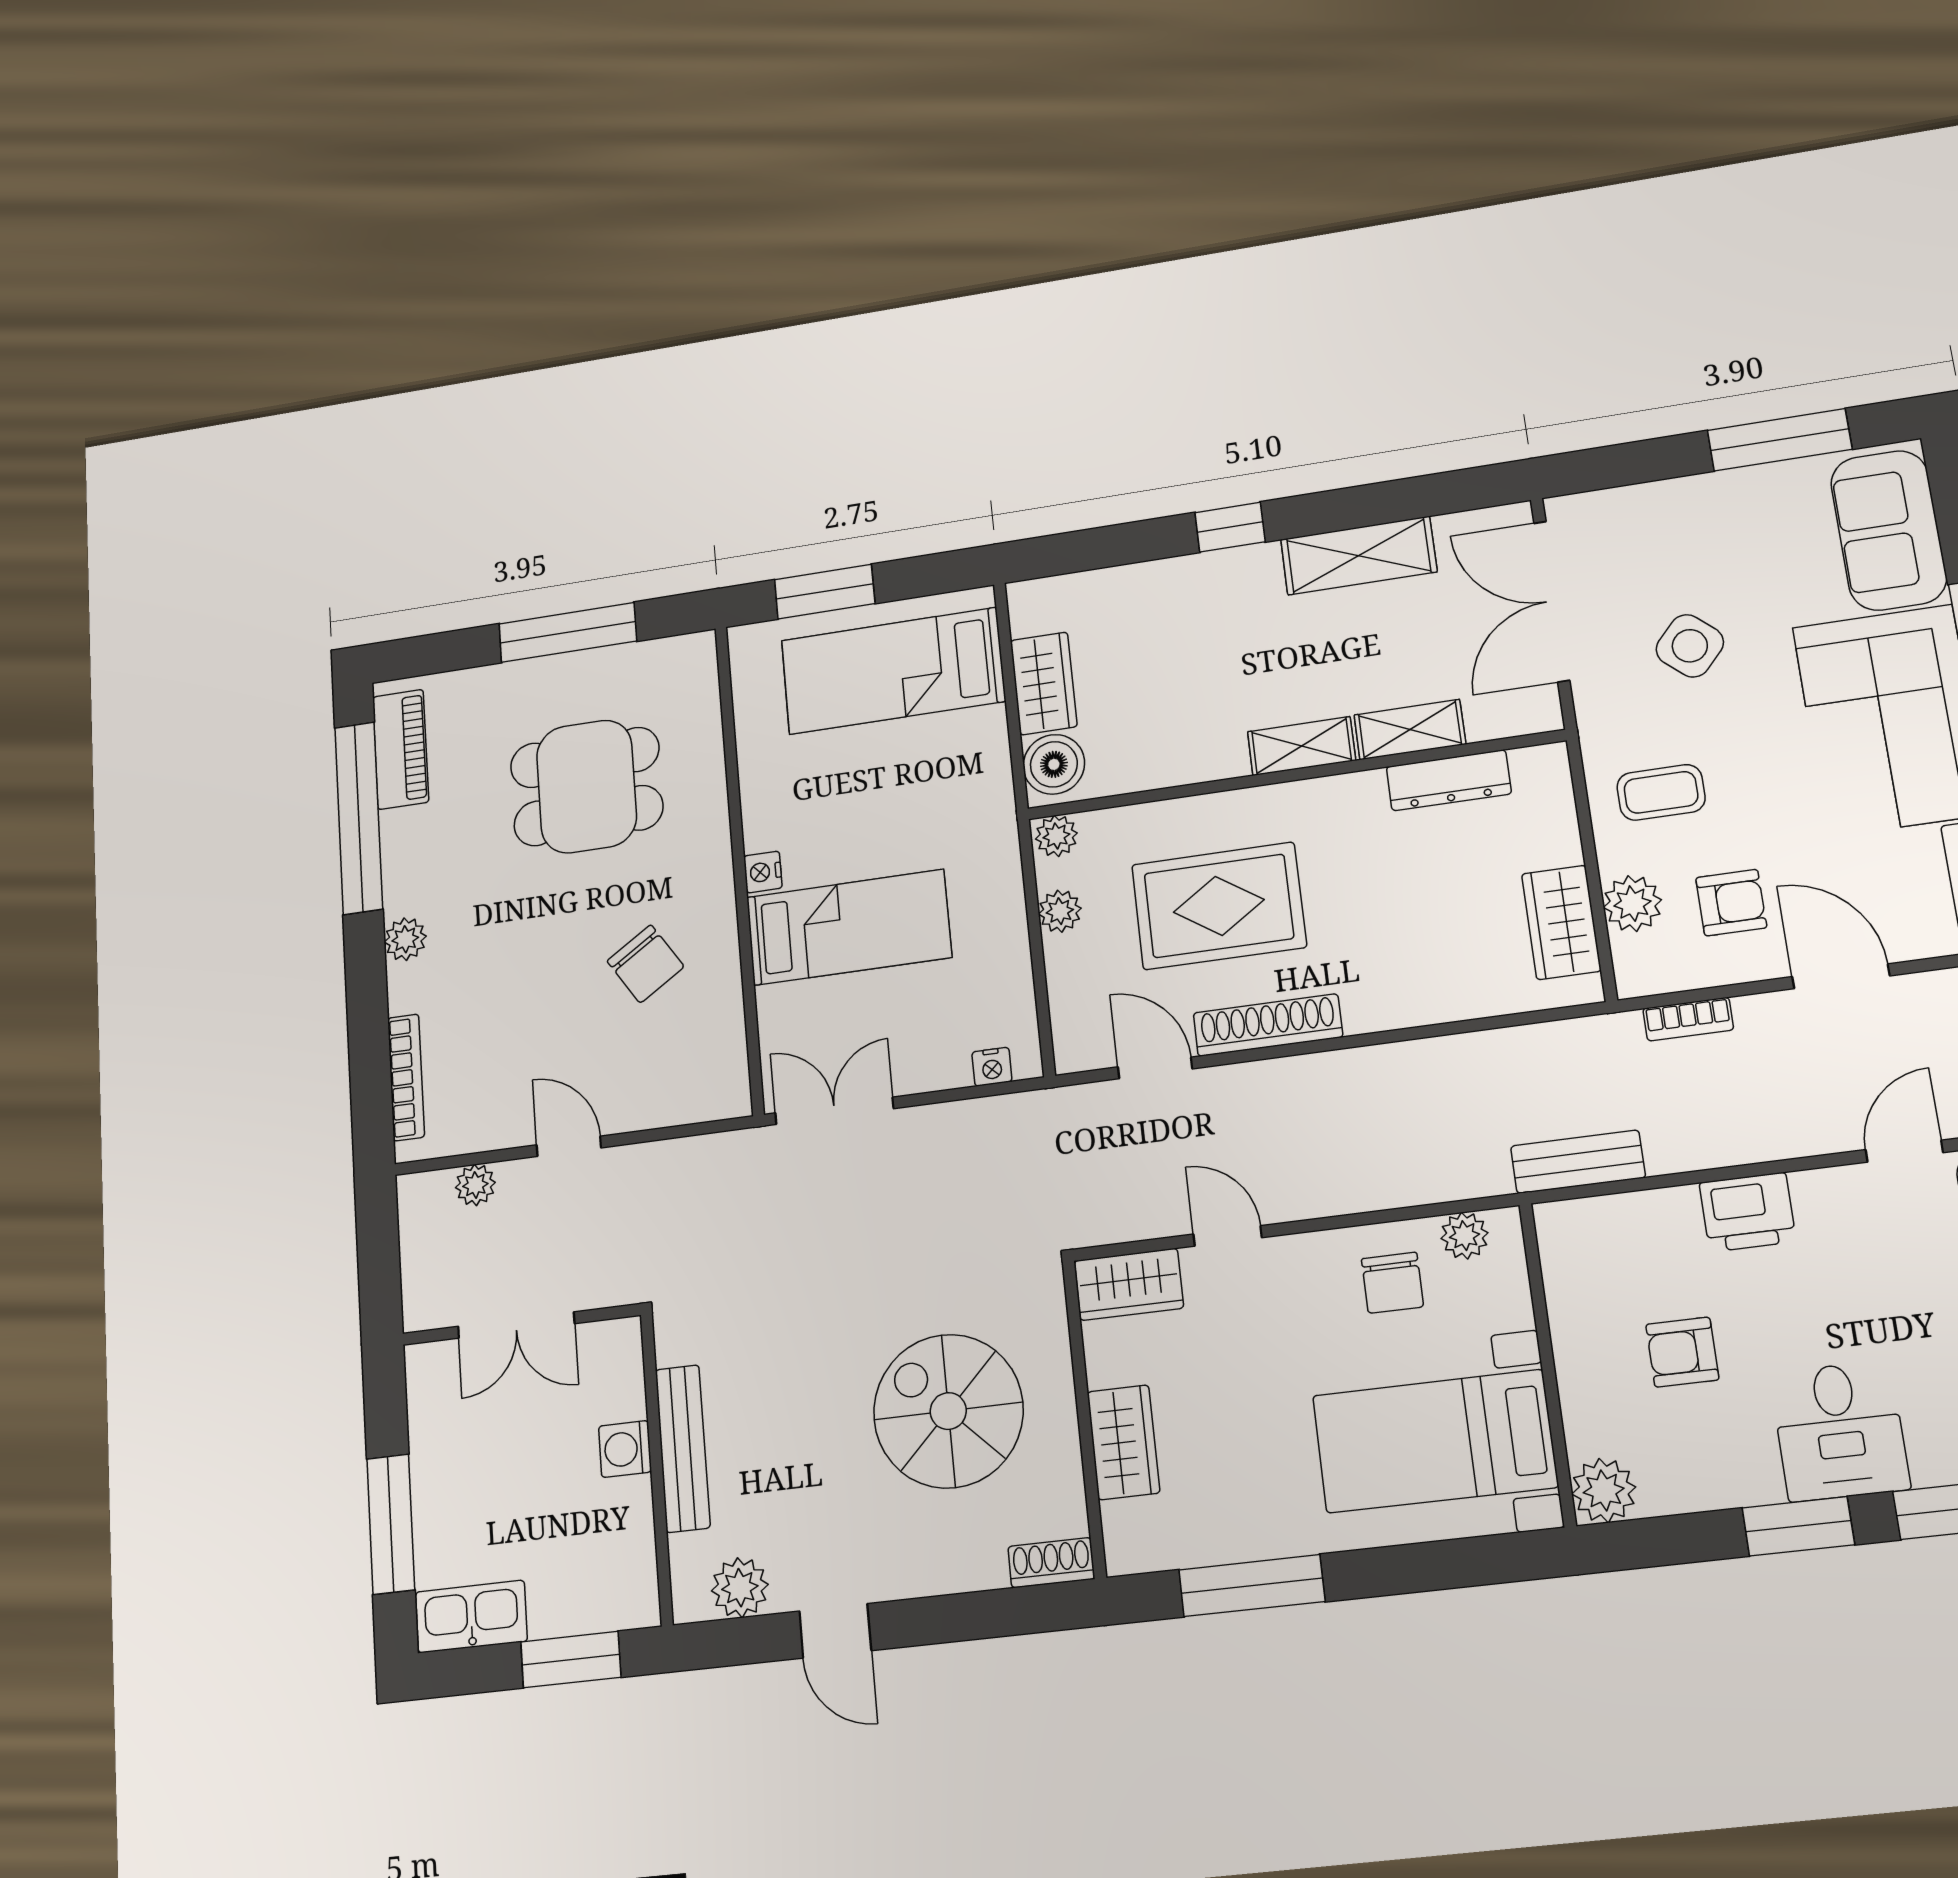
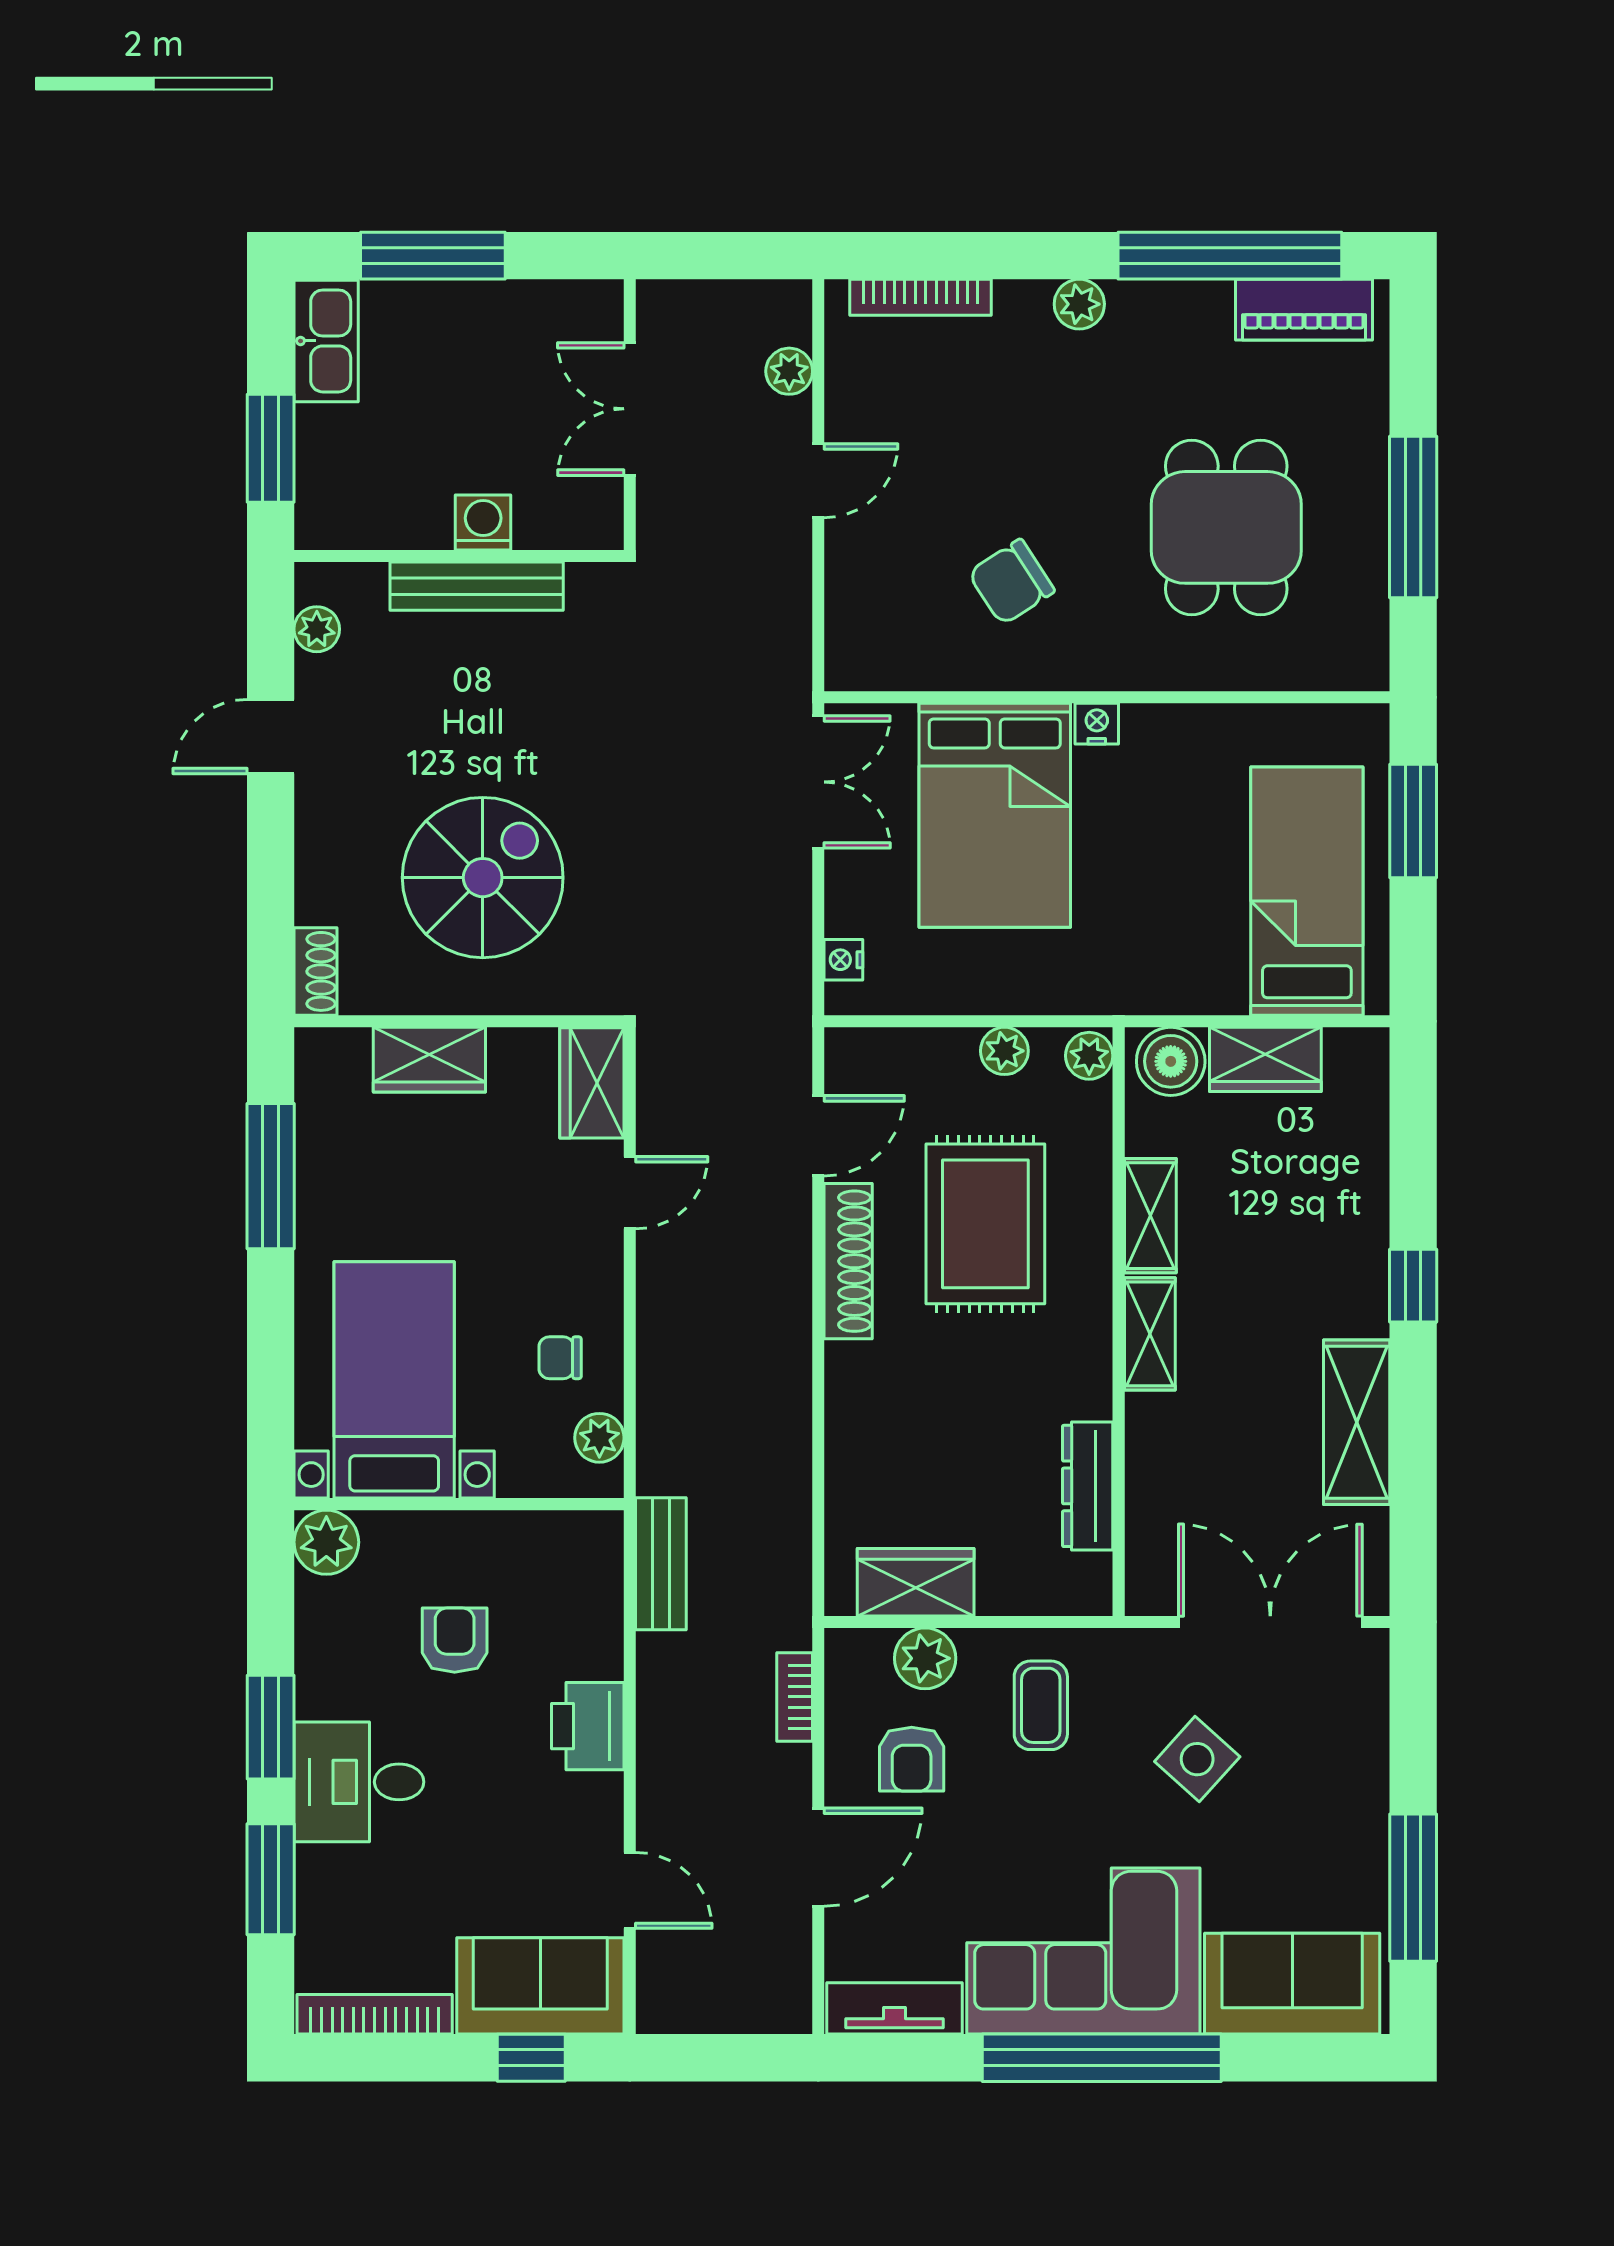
shelving: (1410, 730) -> (1150, 1216), moved
bed: (849, 927) -> (995, 815), width x1.50
chair: (1392, 1283) -> (560, 1358), width x0.73, depth x0.73
plant: (740, 1588) -> (317, 629), width x0.73, depth x0.73

